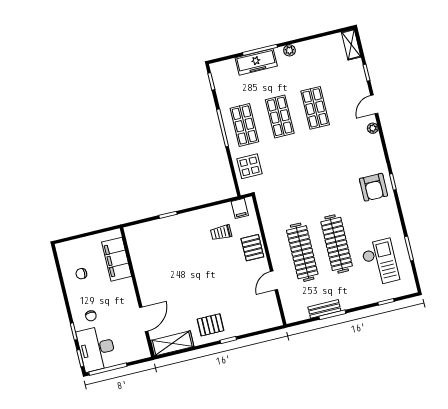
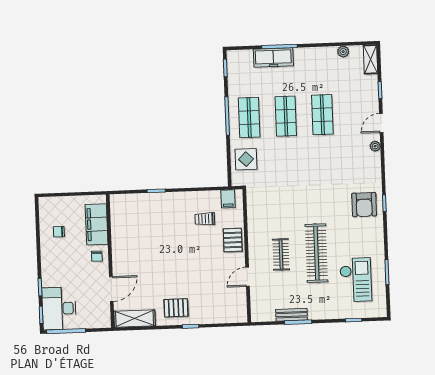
plant: (289, 50) -> (343, 52), moved
clothes rail: (302, 252) -> (281, 254), width x0.54, depth x0.76
chair: (91, 316) -> (97, 256), moved

